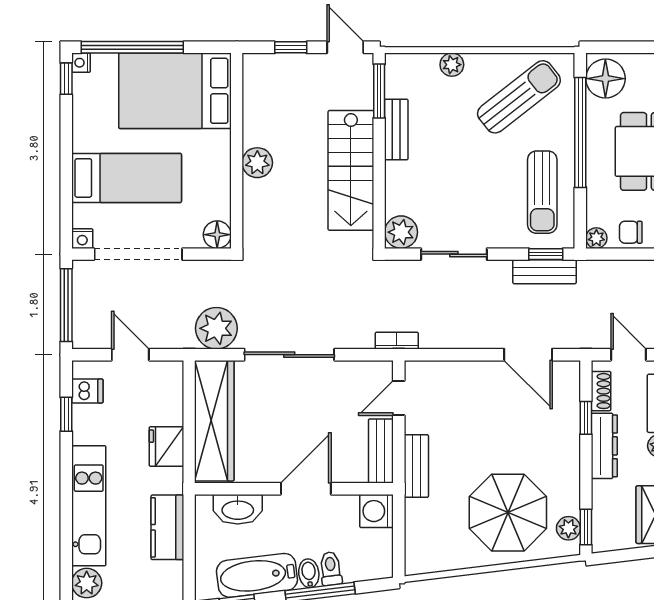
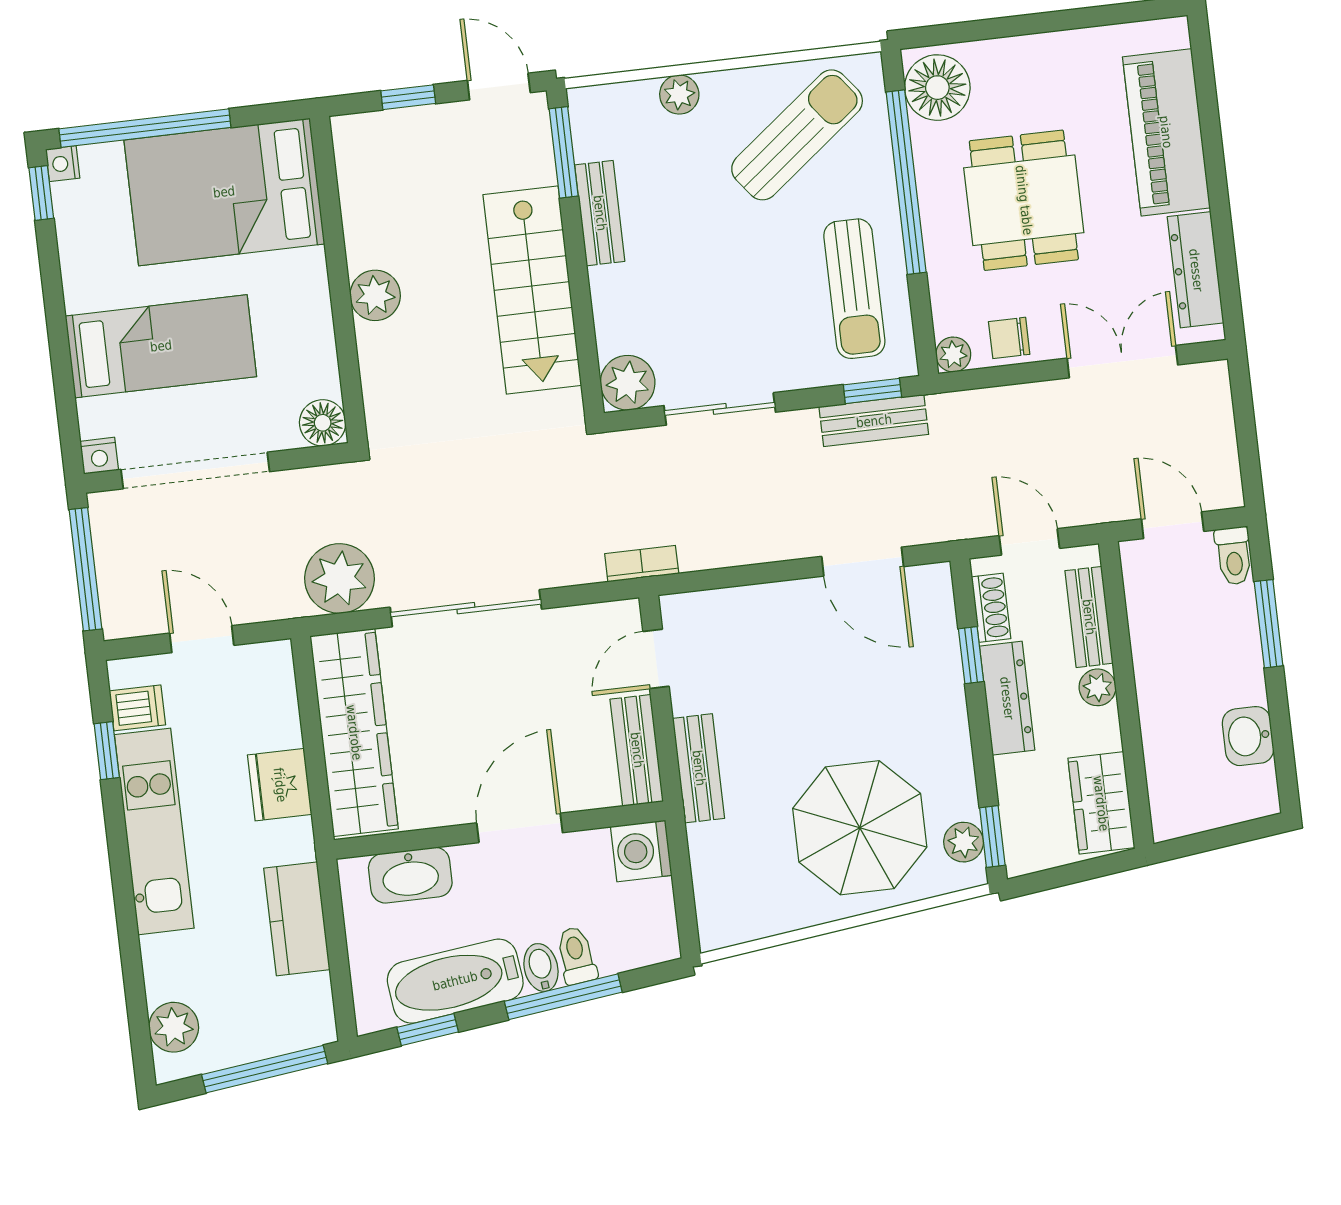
kitchen unit: (89, 506) -> (154, 831), moved

